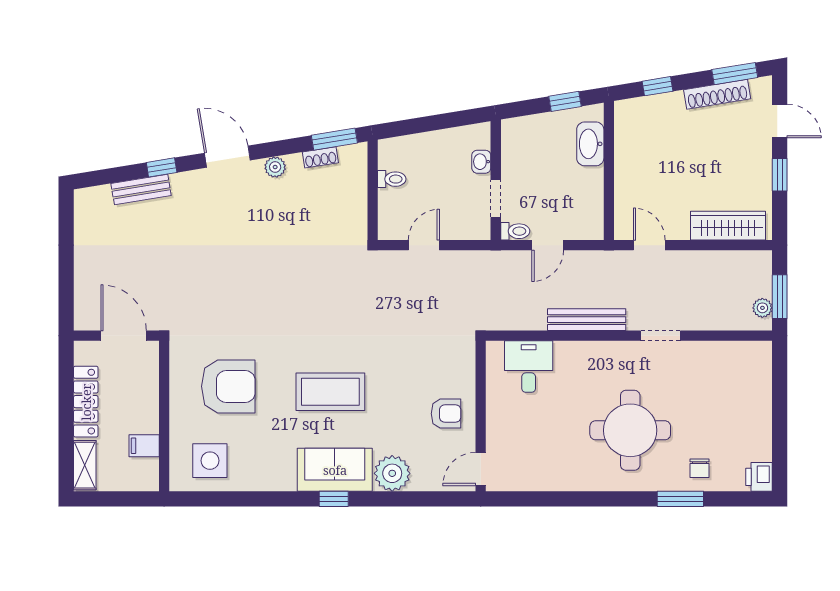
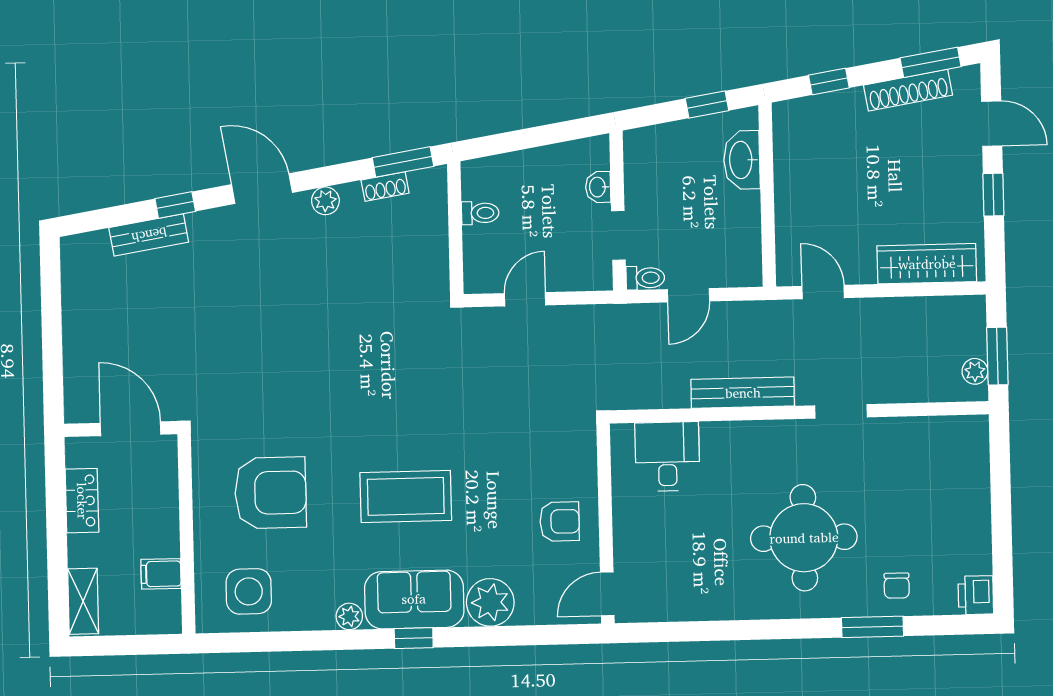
locker: (86, 402) -> (82, 501), width x0.66
plant: (285, 481) -> (349, 616), added

